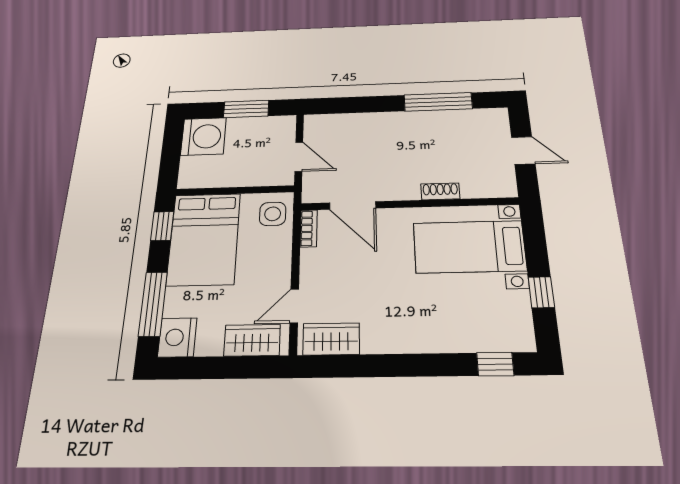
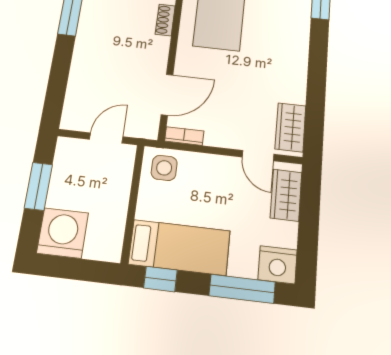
bed: (204, 239) -> (179, 247), width x0.67

